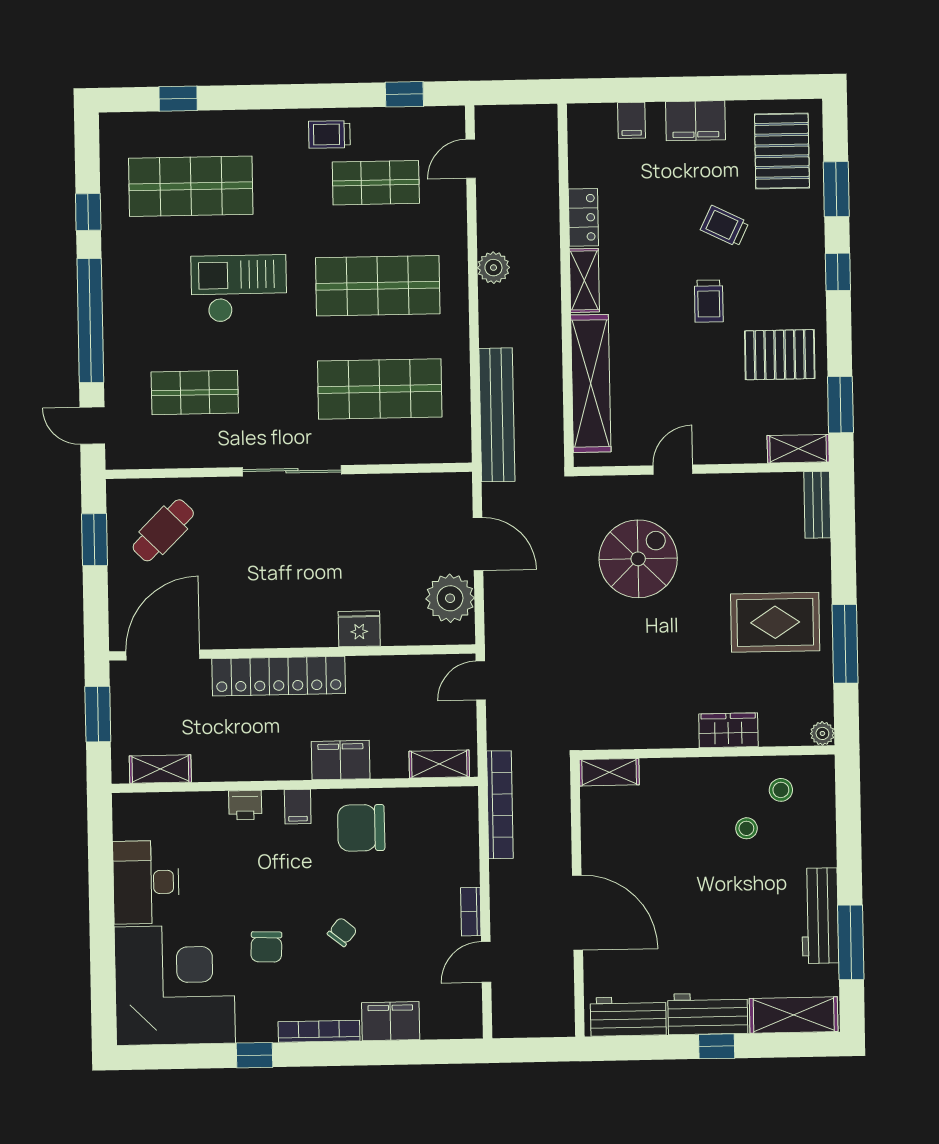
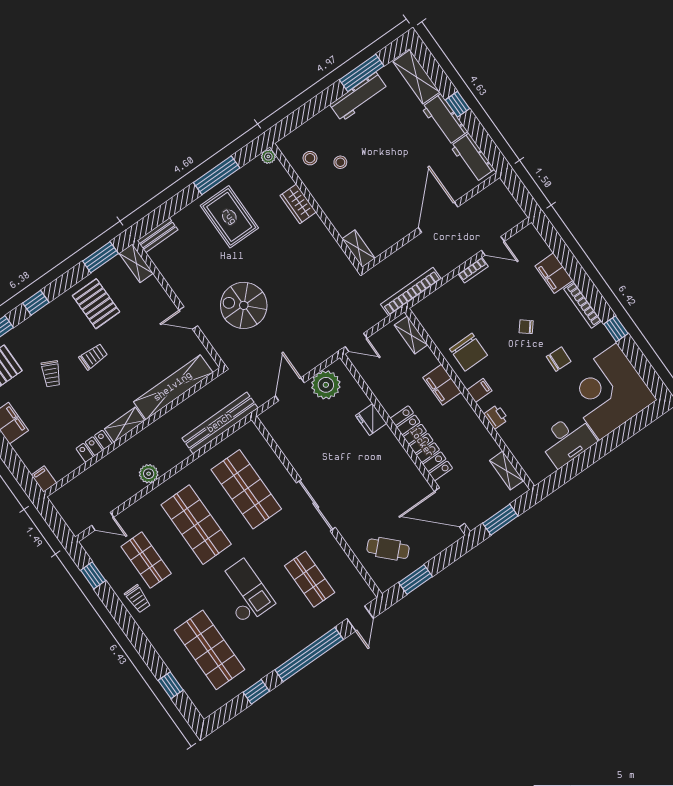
filing cabinet: (631, 120) -> (44, 479), moved, turned -90
checkout: (239, 289) -> (244, 592), turned 180

